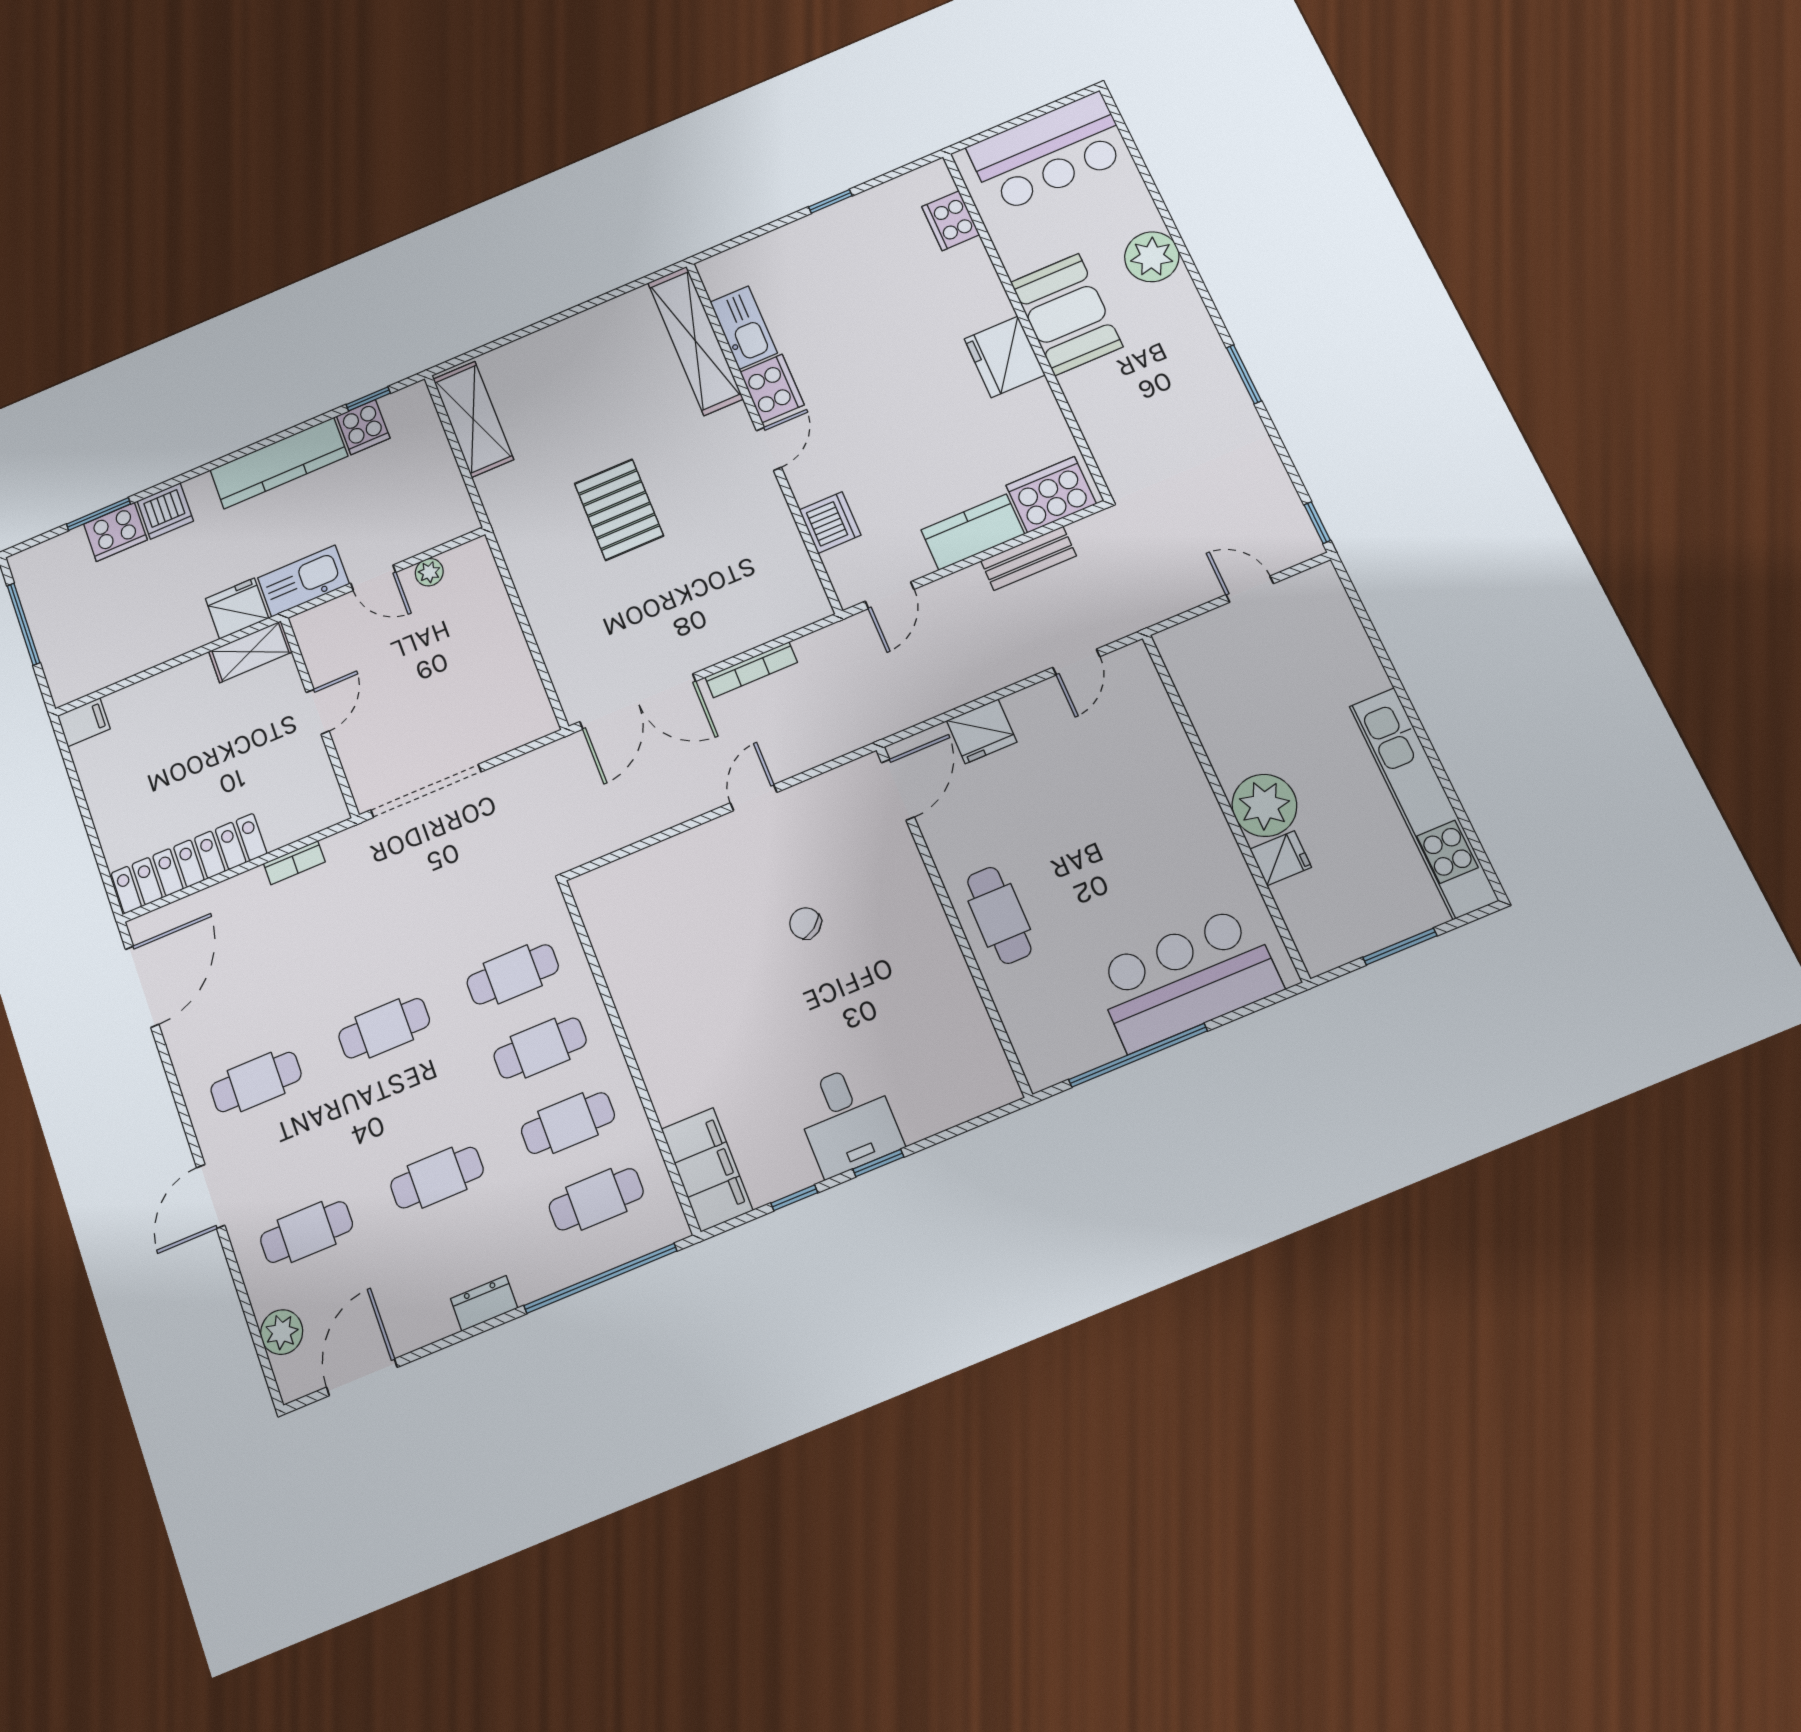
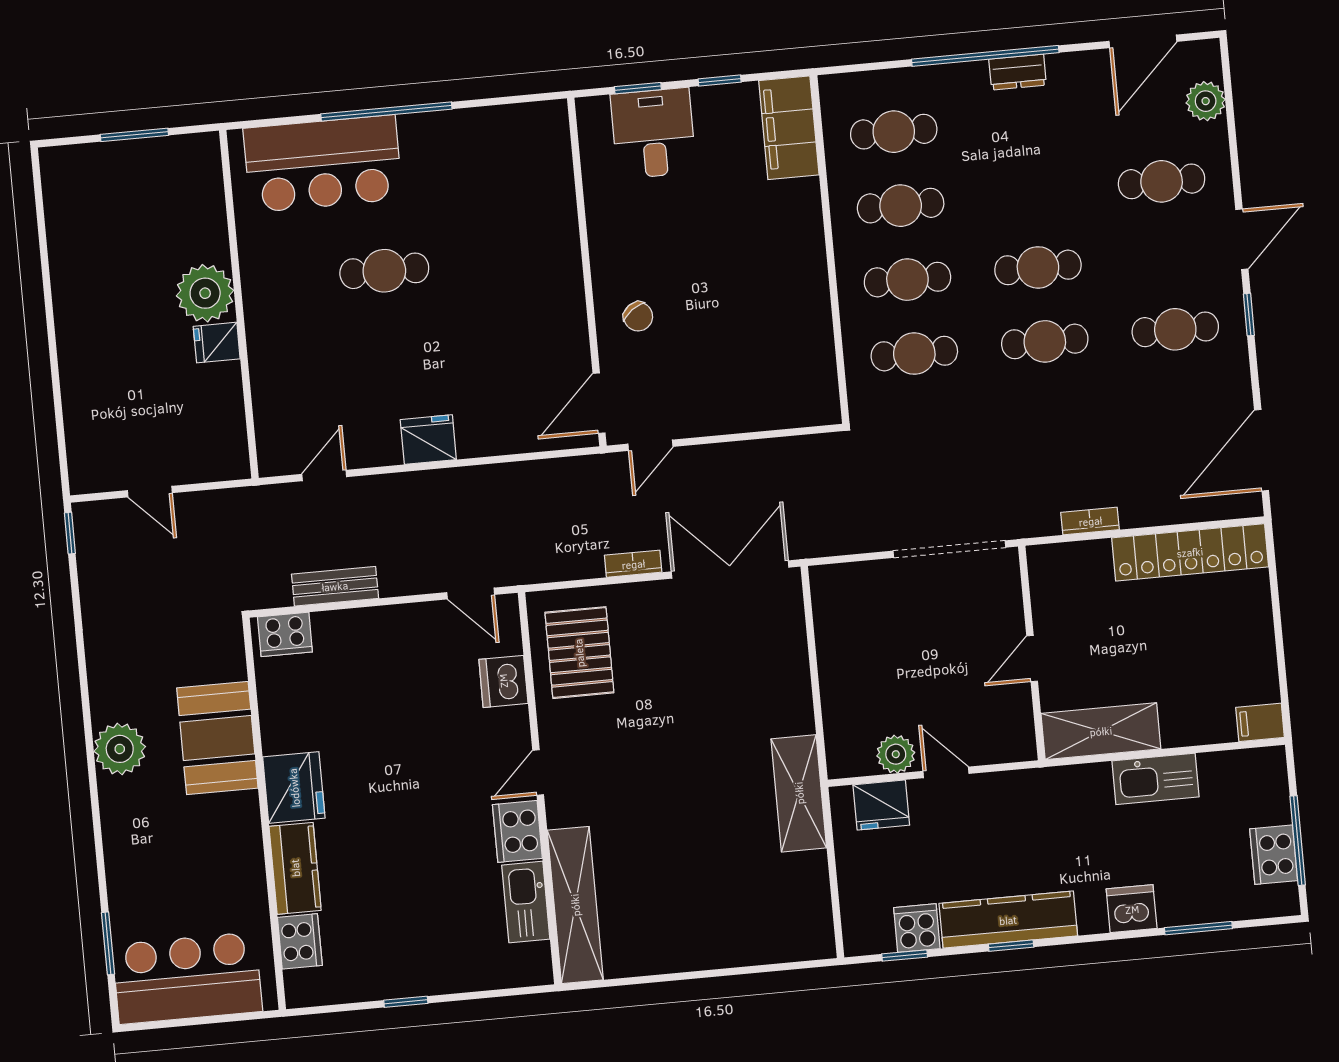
plant: (1152, 257) -> (120, 749), moved
booth: (1067, 314) -> (217, 738), moved
window: (1244, 374) -> (108, 943), moved
shelving: (473, 419) -> (799, 793), moved
window: (270, 441) -> (1011, 946), added
cooker: (1051, 495) -> (285, 634), width x0.73, depth x0.76
pallet: (619, 510) -> (579, 653), moved
cooker: (115, 532) -> (1274, 855), moved, turned -90
kitchen counter: (973, 532) -> (295, 868), moved, turned -90
plant: (429, 572) -> (896, 754), width x1.38, depth x1.38
kitchen sink: (303, 581) -> (1155, 779), moved
door: (890, 595) -> (471, 594), swing flipped
fridge: (237, 608) -> (881, 805), moved
shelving: (250, 652) -> (1101, 731), width x1.50, depth x1.33
bookcase: (751, 670) -> (633, 564), width x0.64
door: (898, 790) -> (599, 403), moved
kitchen unit: (1423, 802) -> (70, 252), removed
fridge: (1281, 858) -> (217, 343), moved
cafe table: (999, 915) -> (384, 271), moved, turned 90
wall: (953, 919) -> (587, 272), moved
window: (186, 1120) -> (1249, 315), added
cafe table: (437, 1178) -> (1038, 267), moved
window: (600, 1278) -> (985, 56), moved

